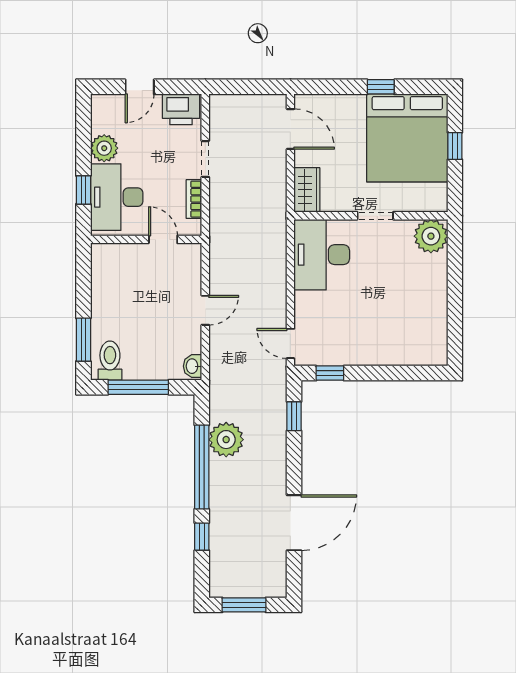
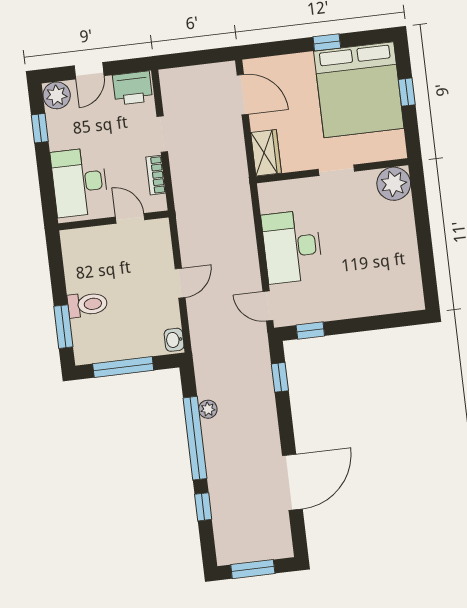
plant: (104, 148) -> (57, 95), moved
window: (83, 190) -> (40, 128), moved
desk: (322, 255) -> (292, 247), moved
toilet: (110, 361) -> (87, 304), moved, turned 90
plant: (226, 440) -> (208, 409), width x0.53, depth x0.53

